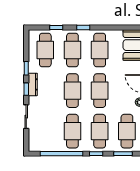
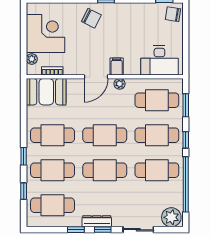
plant: (36, 142) -> (171, 217), added

